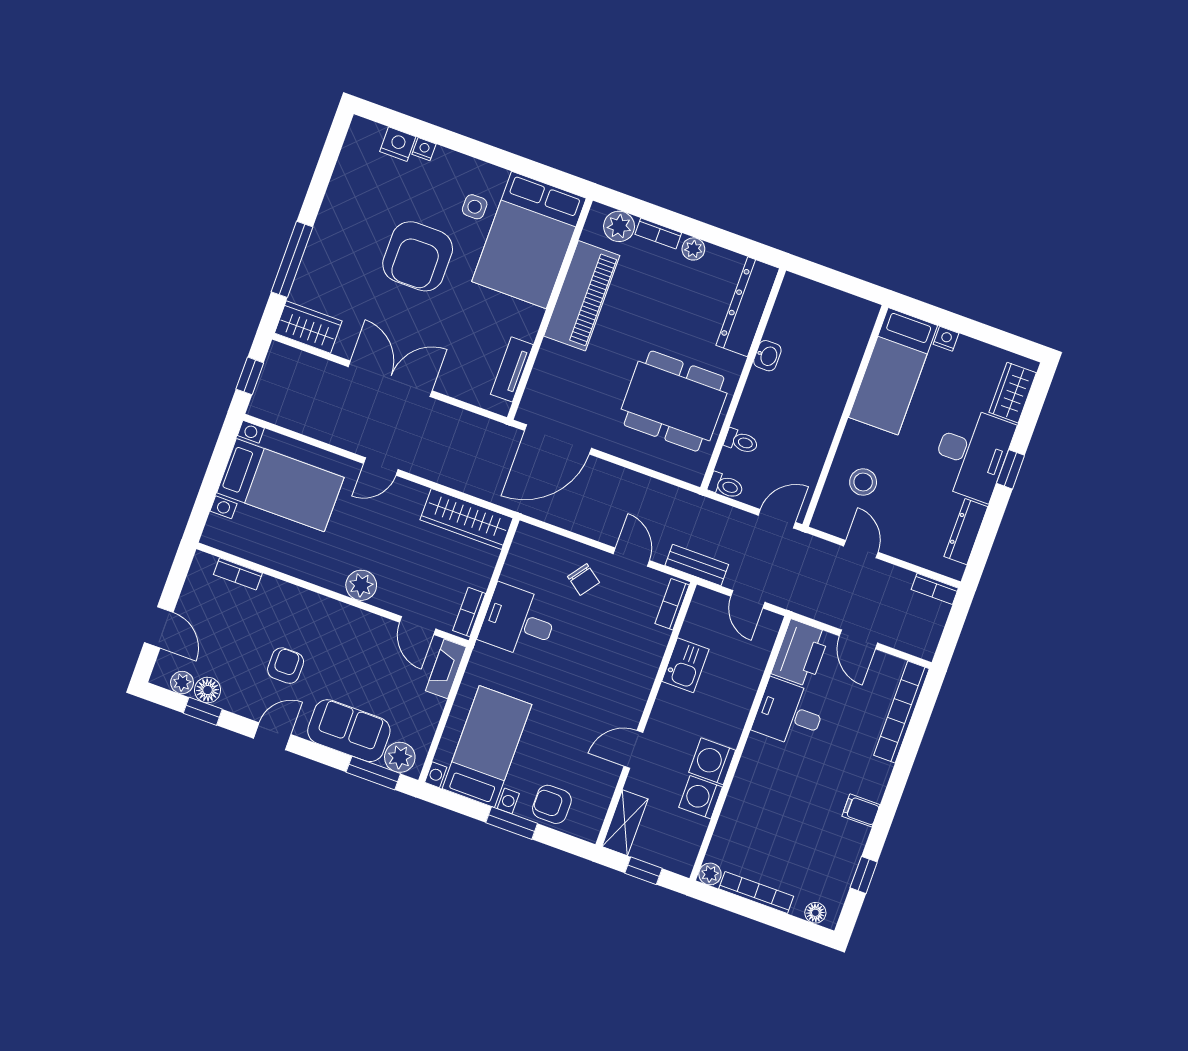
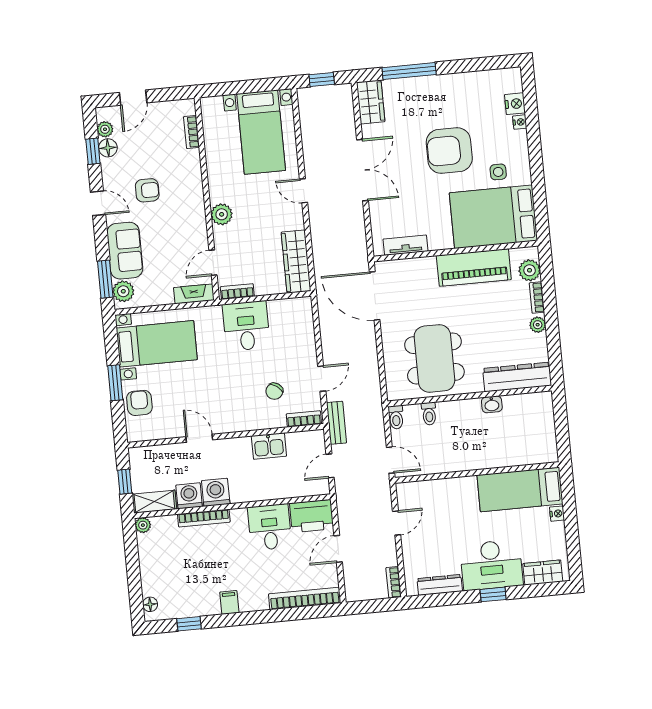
stool: (863, 482) -> (440, 504), removed
chair: (583, 579) -> (274, 391), moved
shelving: (625, 823) -> (154, 502), moved
bookcase: (756, 892) -> (204, 518), moved, turned 90

